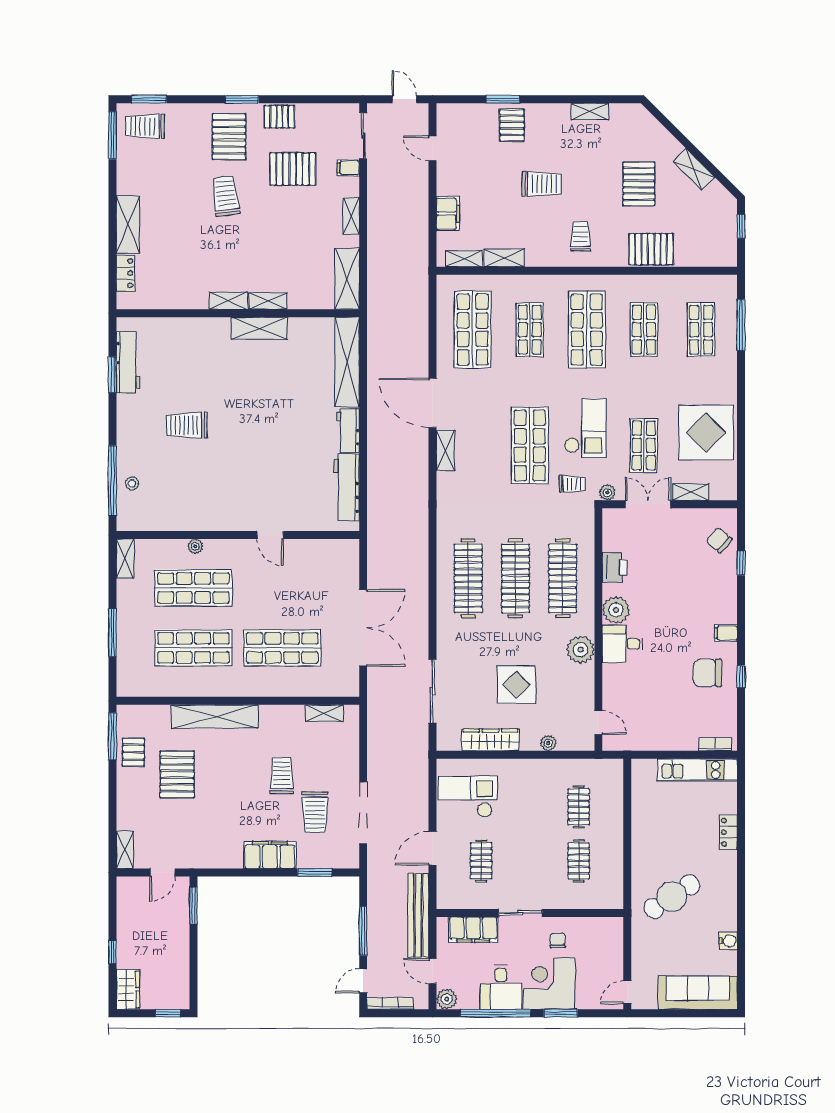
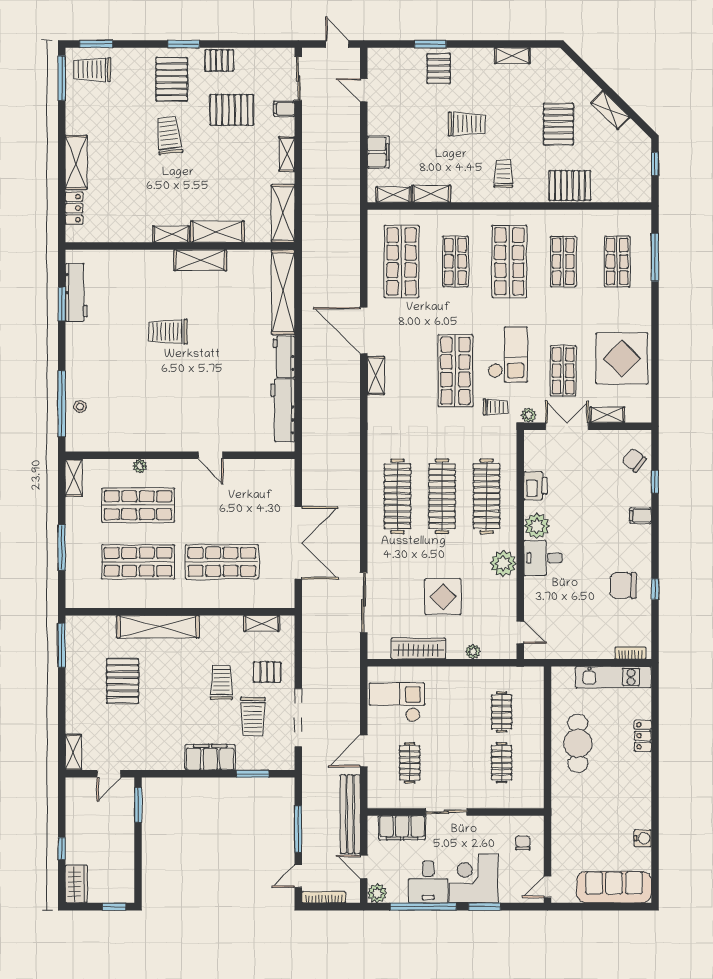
shelving: (268, 301) -> (217, 232), width x1.50, depth x1.33
trolley: (187, 425) -> (168, 332), moved
filing cabinet: (726, 633) -> (641, 516), moved
pallet: (133, 752) -> (267, 672), moved, turned 90
cafe table: (672, 897) -> (578, 743), moved, turned -57
chair: (558, 940) -> (523, 843), moved

